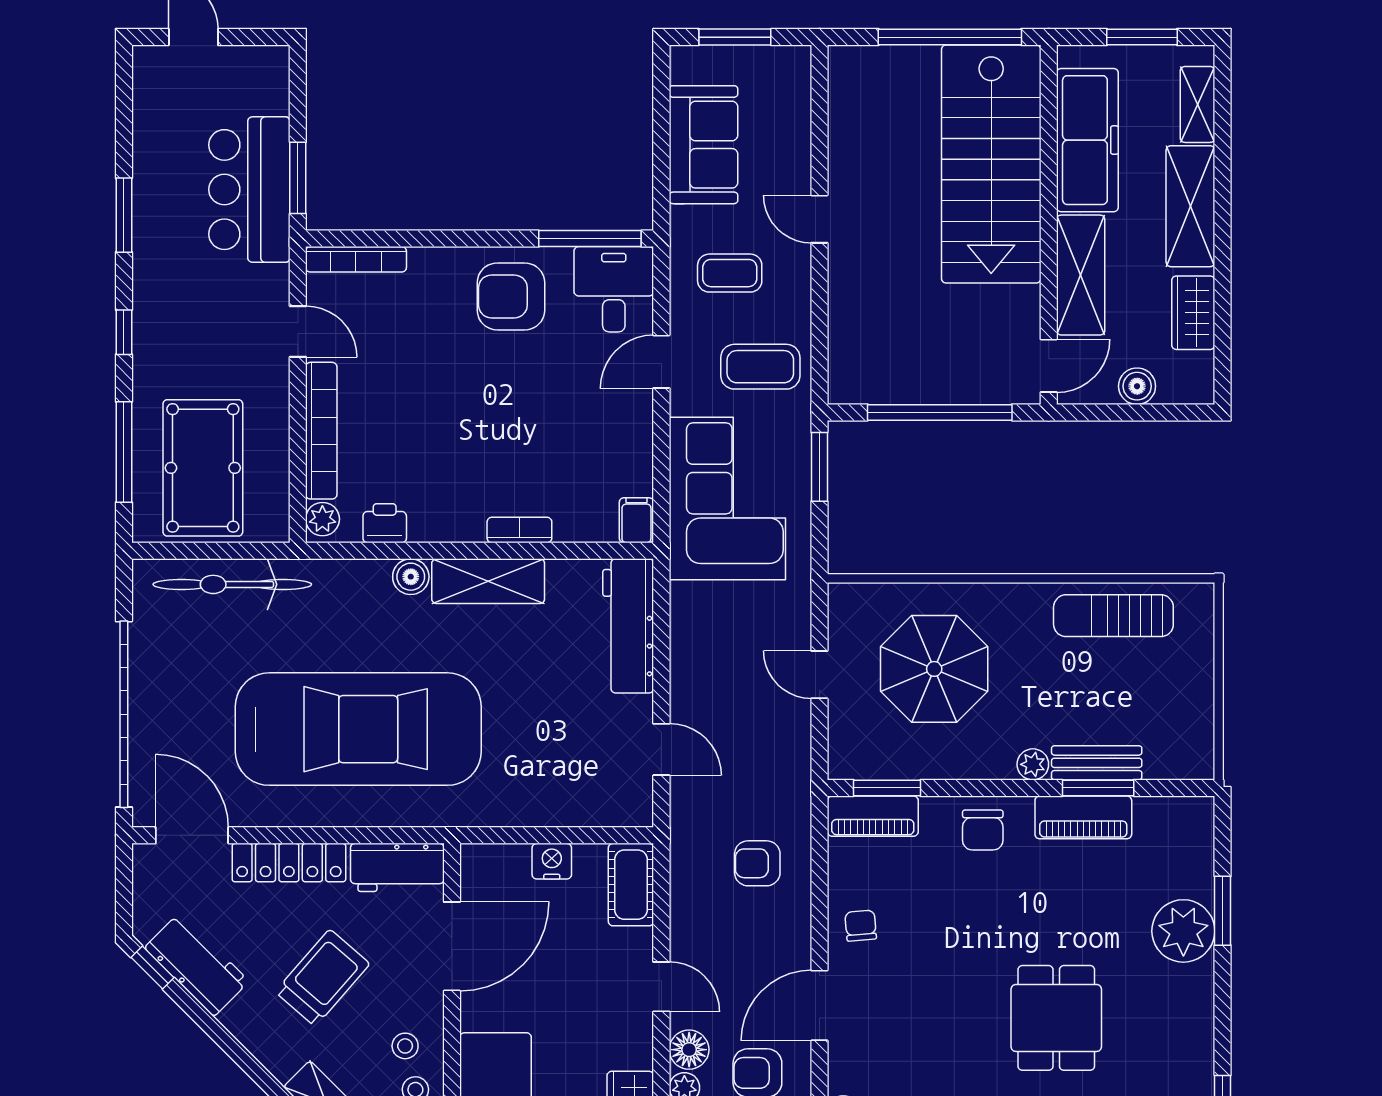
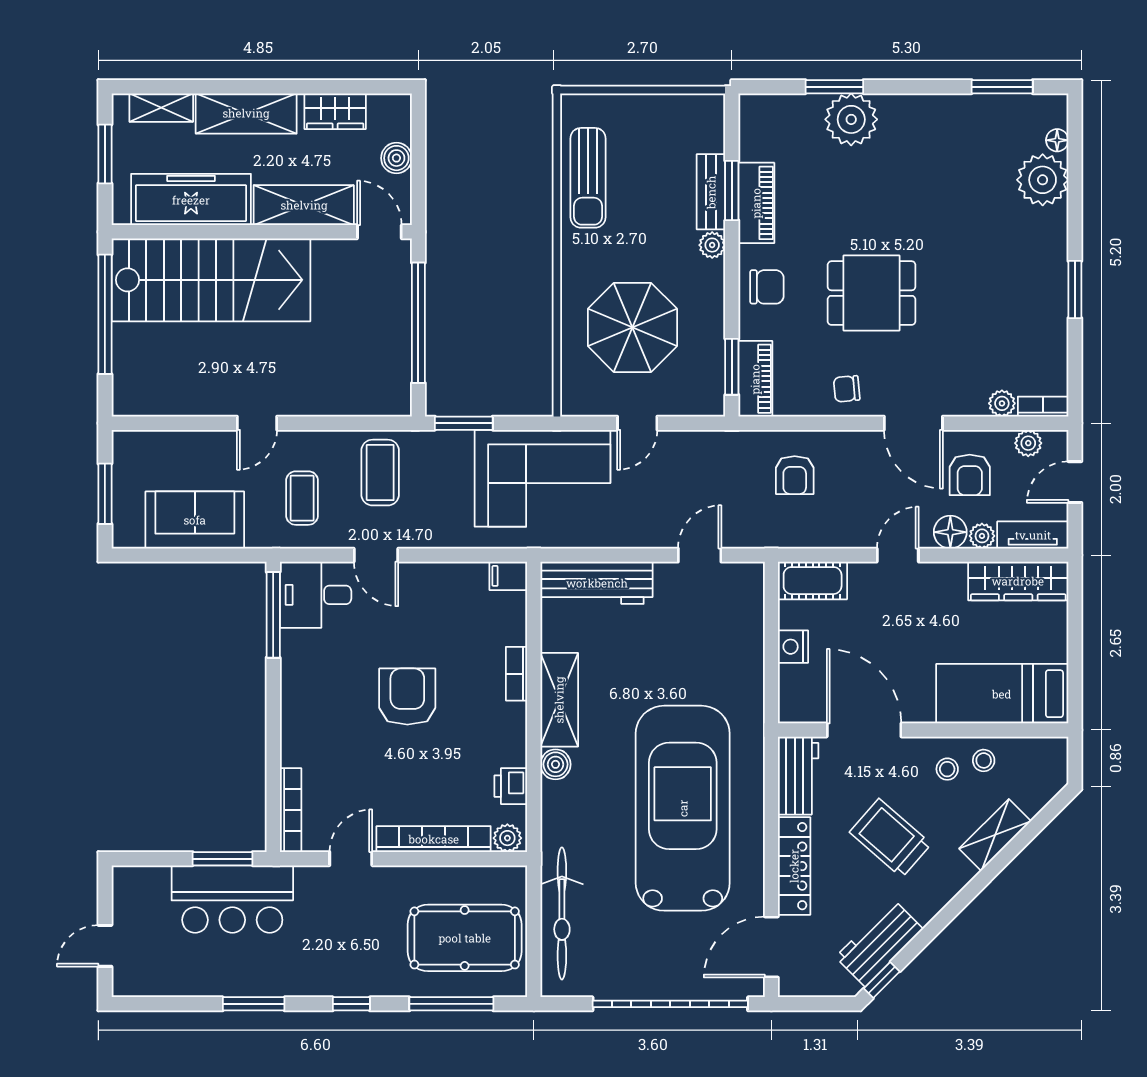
armchair: (511, 296) -> (407, 697), moved, turned 180
corner sofa: (727, 498) -> (542, 478), moved, turned 180
dining table: (1056, 1018) -> (872, 293), moved

